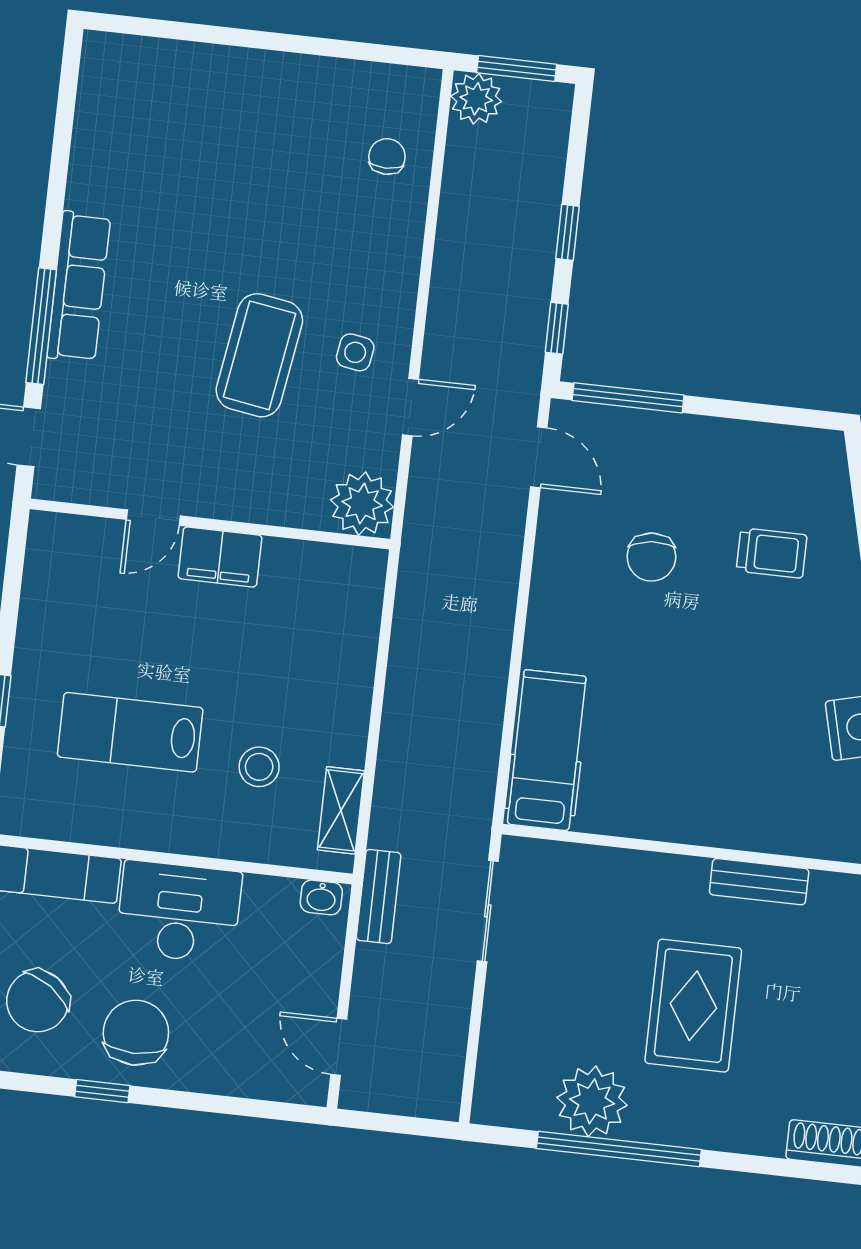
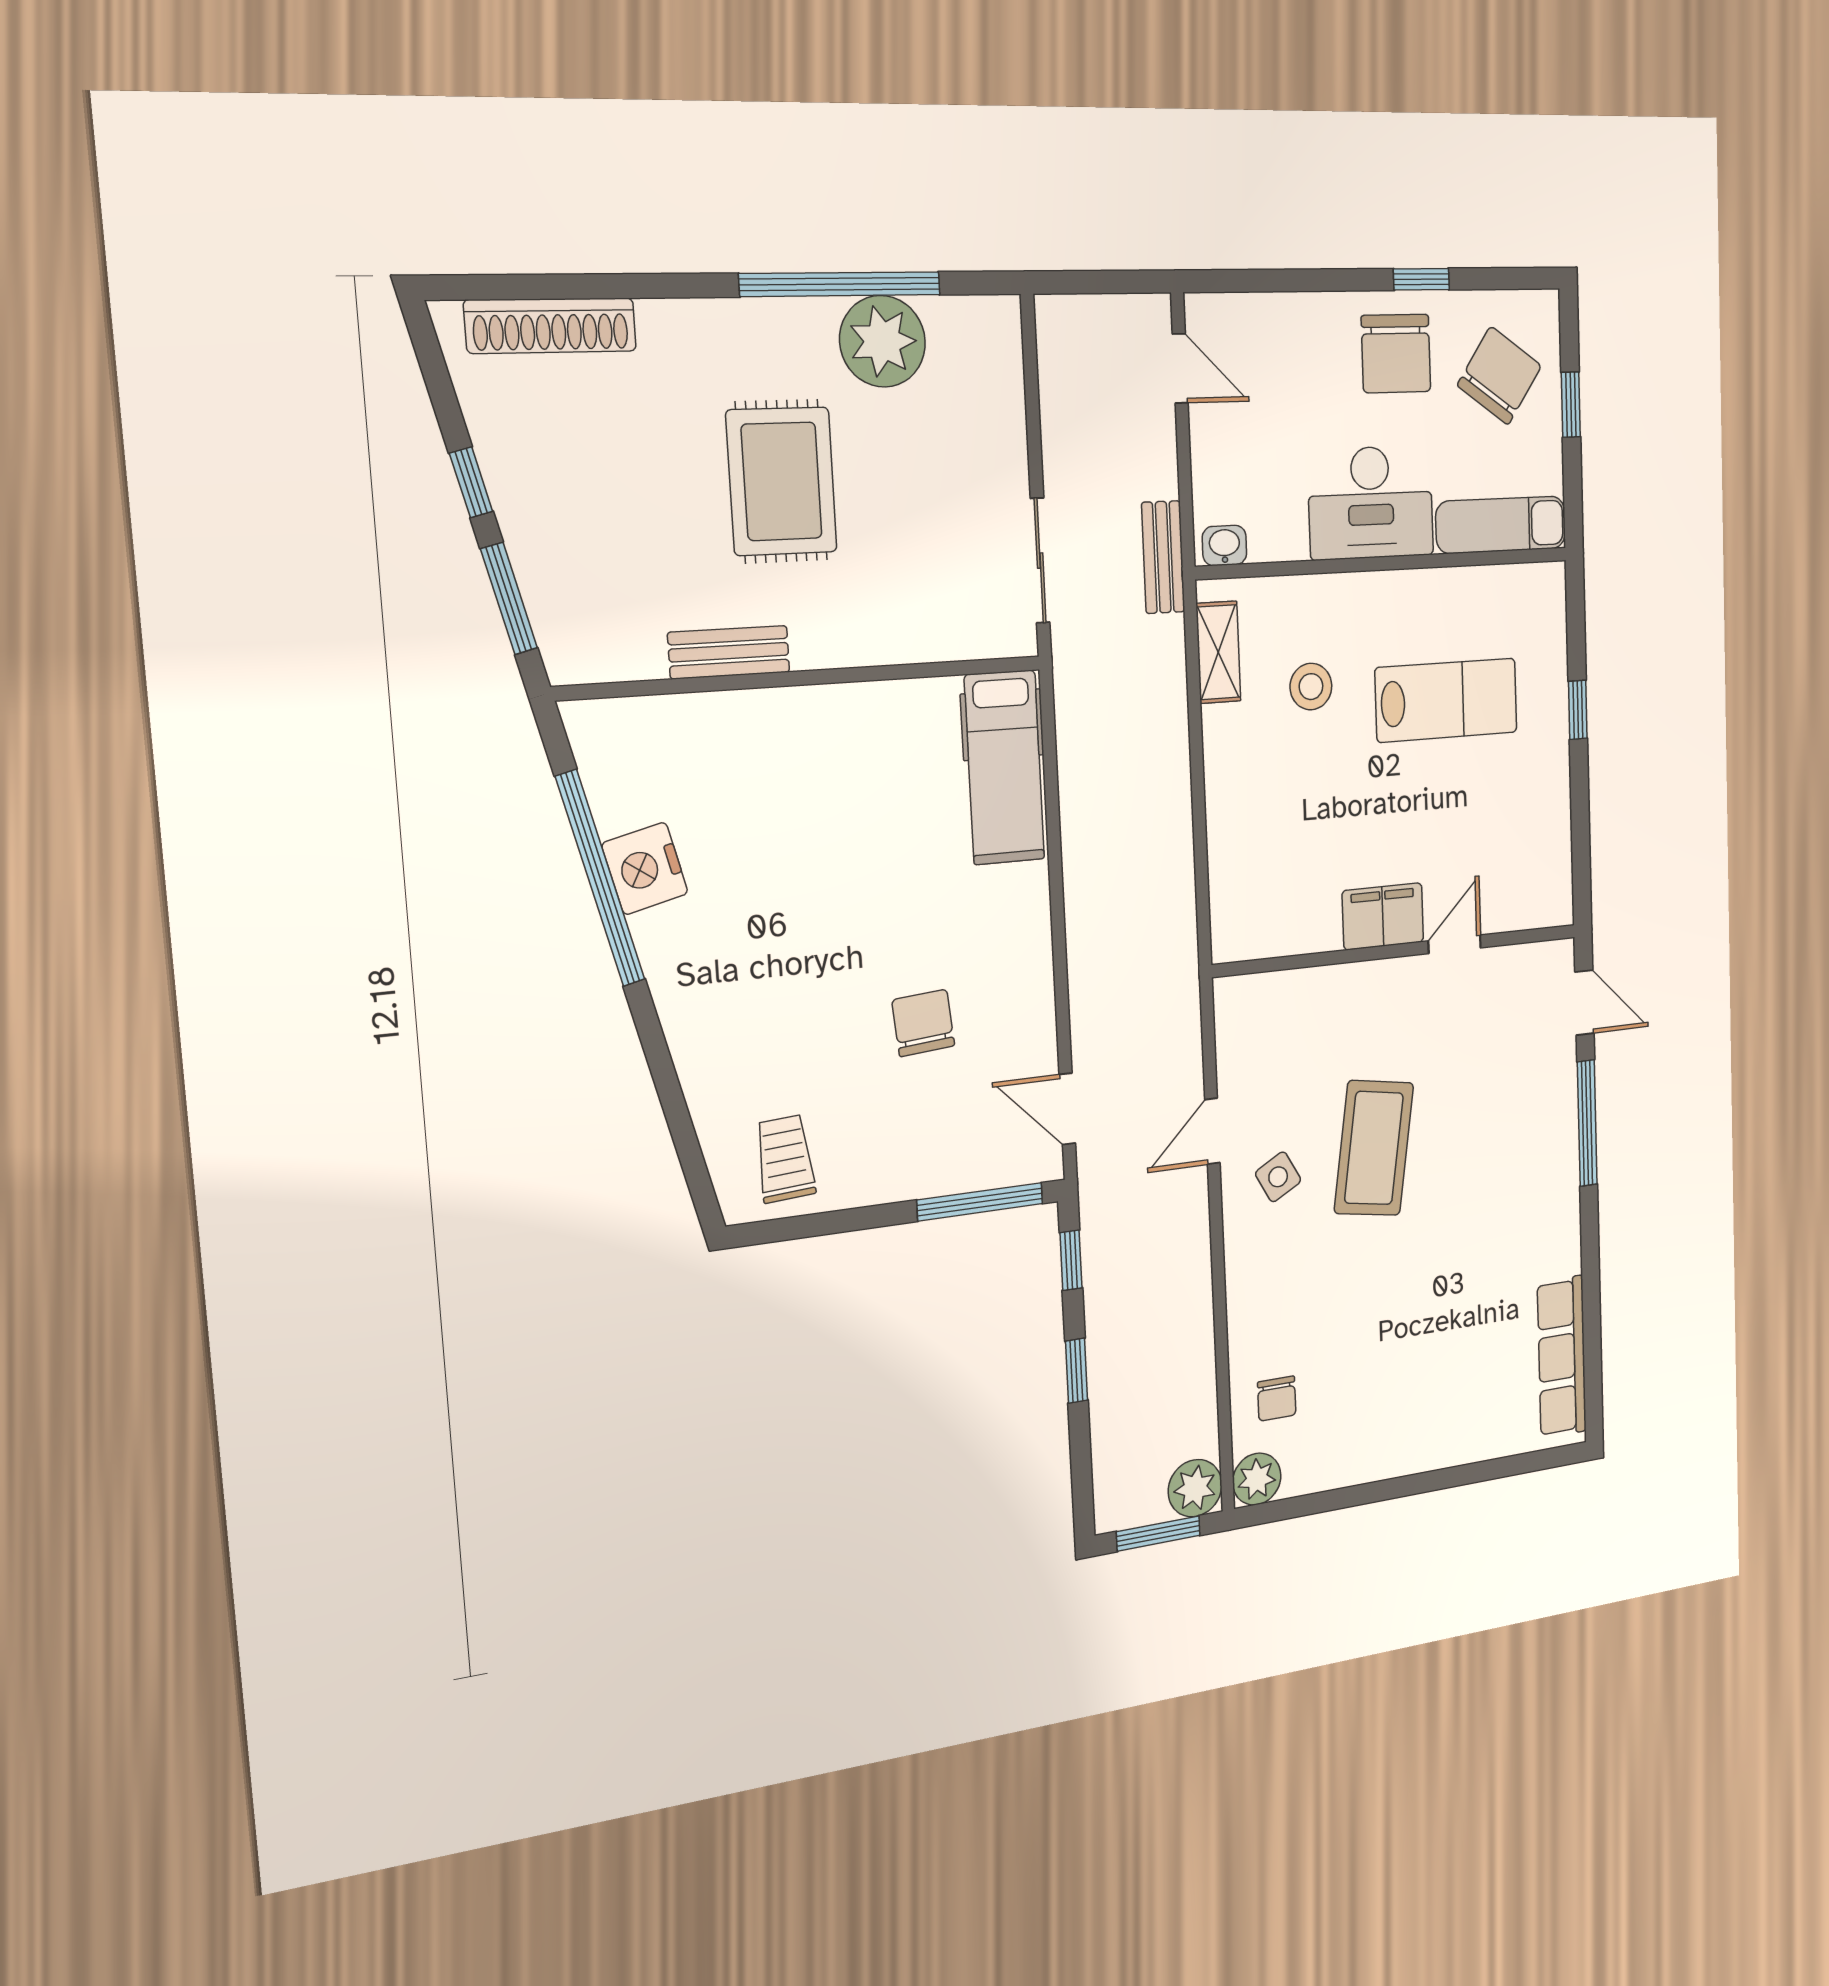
row of seats: (79, 287) -> (1562, 1357), moved
side table: (355, 352) -> (1278, 1177), turned -38
plant: (362, 504) -> (1257, 1479), moved, width x0.73, depth x0.73
trolley: (772, 553) -> (785, 1159), moved, turned 86

